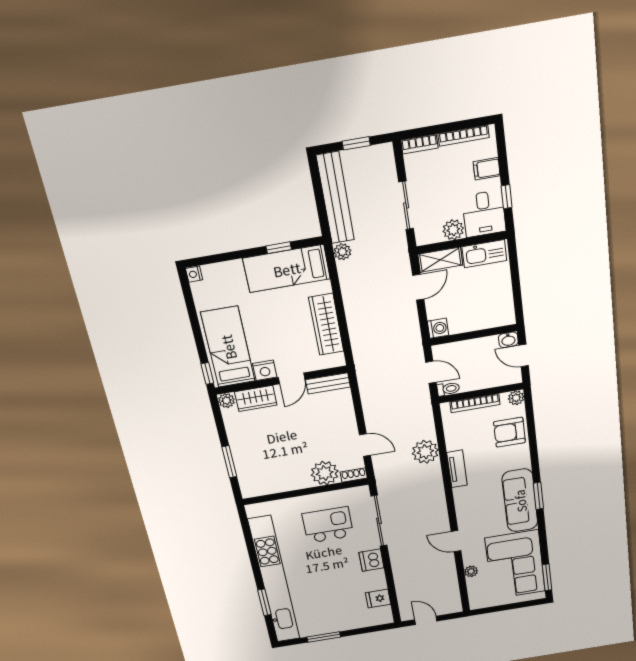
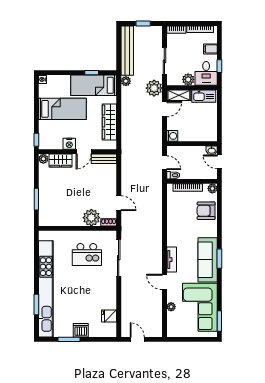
bed: (228, 347) -> (62, 109), moved, turned 90
plant: (425, 452) -> (154, 88), moved
tv unit: (457, 469) -> (172, 260), moved
kitchen island: (328, 525) -> (87, 255), turned 180
dishwasher: (371, 560) -> (81, 330), moved, turned 90

